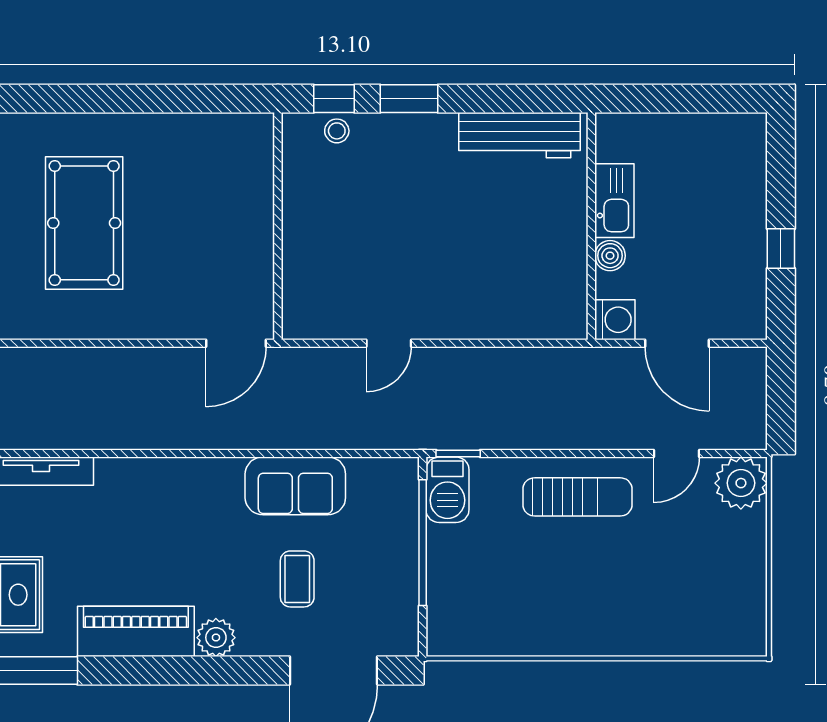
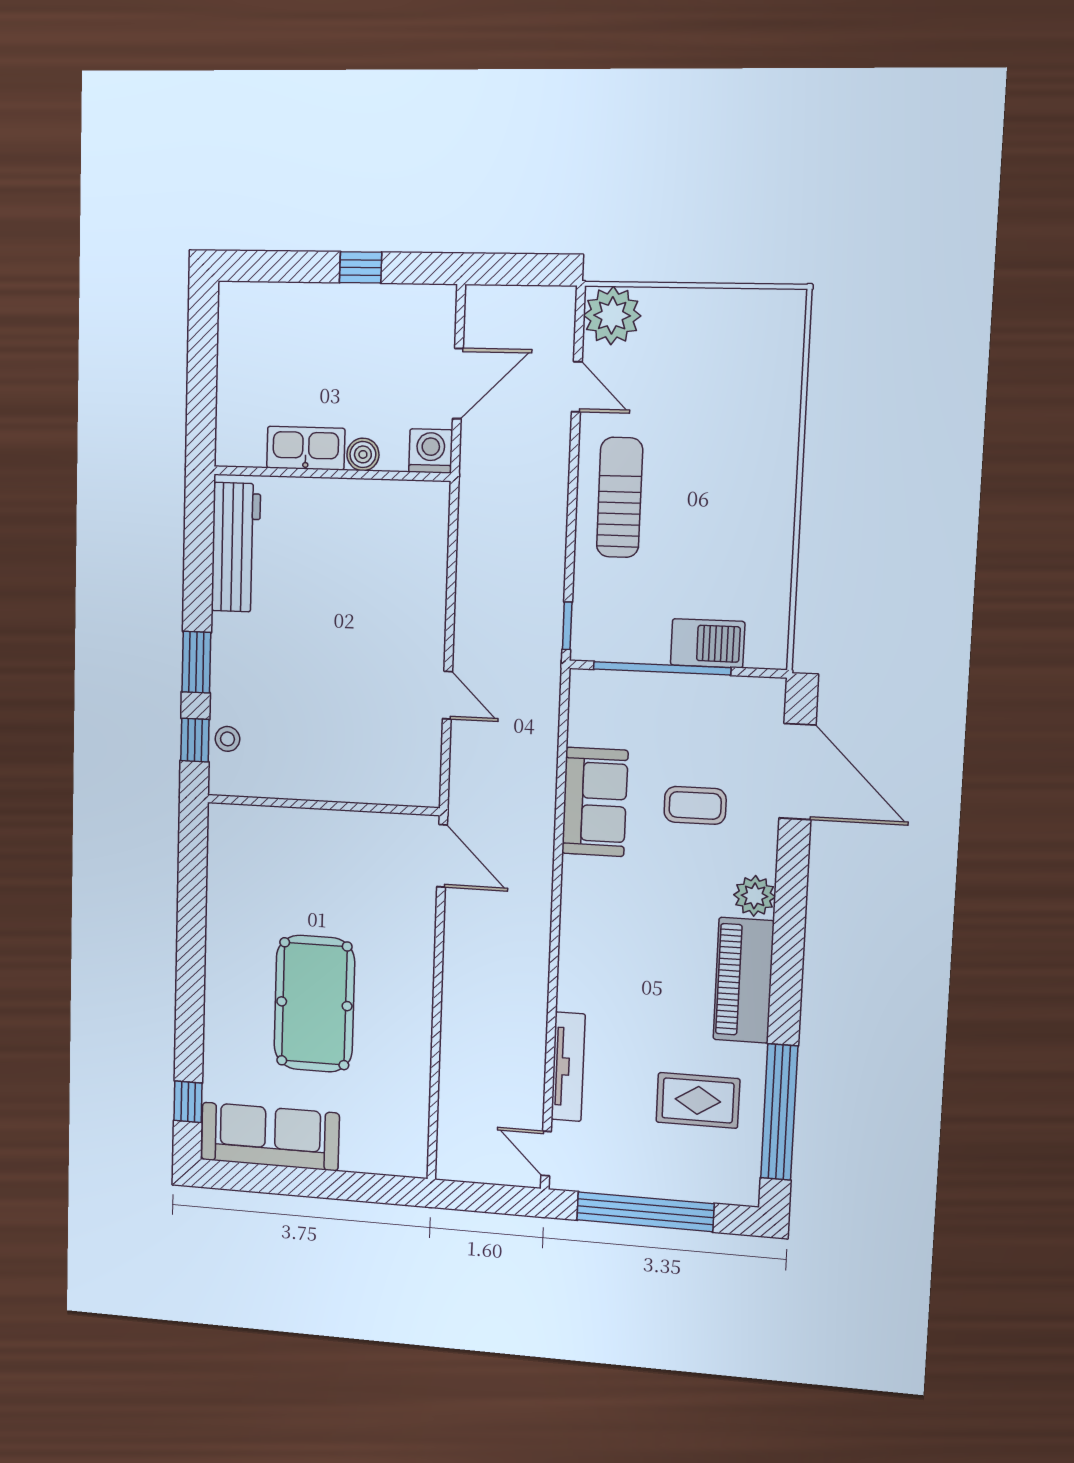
pool table: (84, 223) -> (314, 1004), turned 90
barbecue: (447, 490) -> (708, 643), moved

